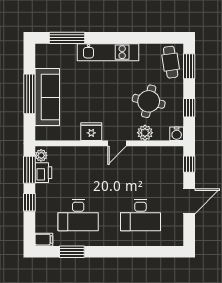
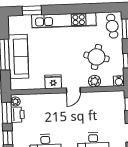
window: (67, 38) -> (32, 10), width x0.69
kitchen unit: (108, 52) -> (64, 20), width x1.36

